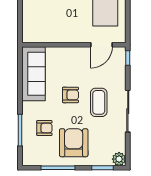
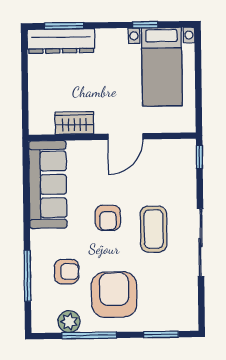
wardrobe: (50, 36) -> (74, 123), added
door: (101, 45) -> (125, 137), moved
armchair: (70, 95) -> (108, 218), turned 90
plant: (119, 159) -> (69, 322), moved

